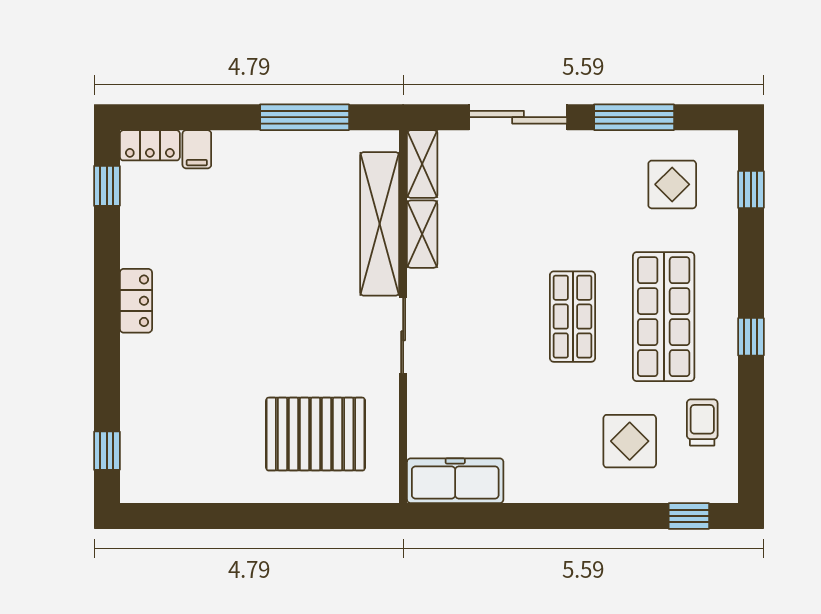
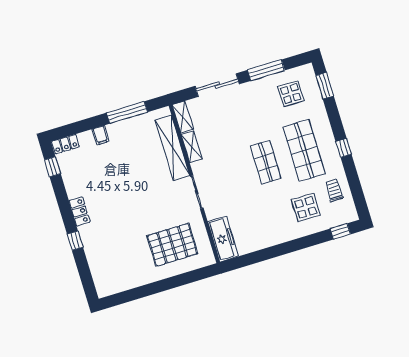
filing cabinet: (197, 149) -> (101, 135), moved
window: (751, 189) -> (325, 86), width x1.50
window: (107, 451) -> (75, 241), moved
freezer: (455, 481) -> (223, 239), moved, turned 90

